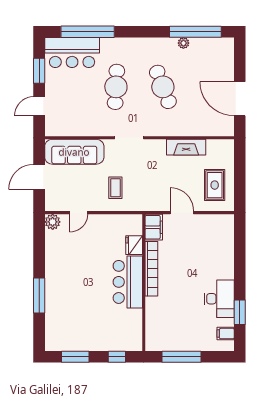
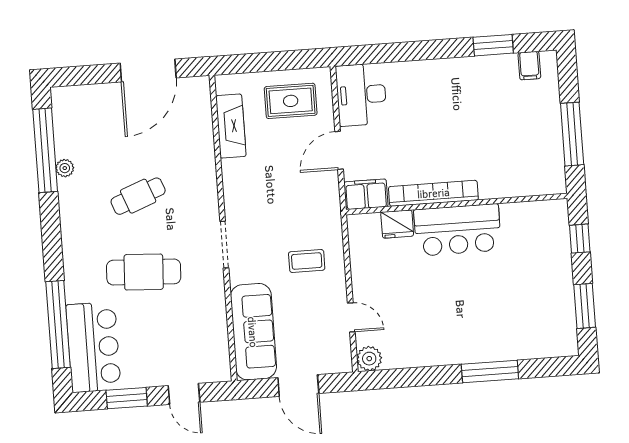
cafe table: (163, 87) -> (138, 196), width x0.73, depth x0.74
fireplace: (186, 147) -> (231, 126), moved
desk: (219, 299) -> (361, 95), moved, turned -90

